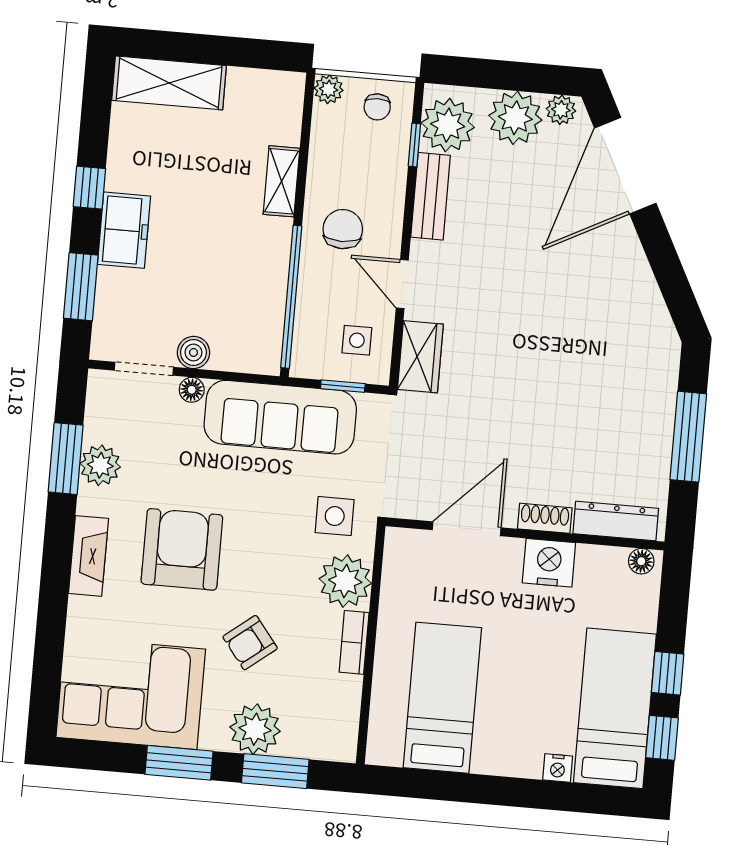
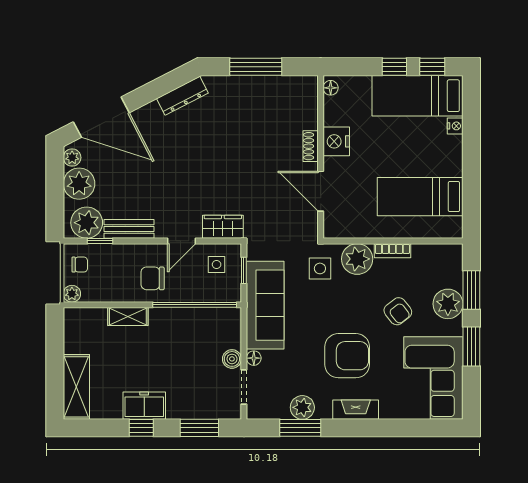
freezer: (124, 230) -> (144, 406), moved
dresser: (616, 521) -> (182, 96), moved, turned -117
armchair: (182, 549) -> (347, 356), turned 180

